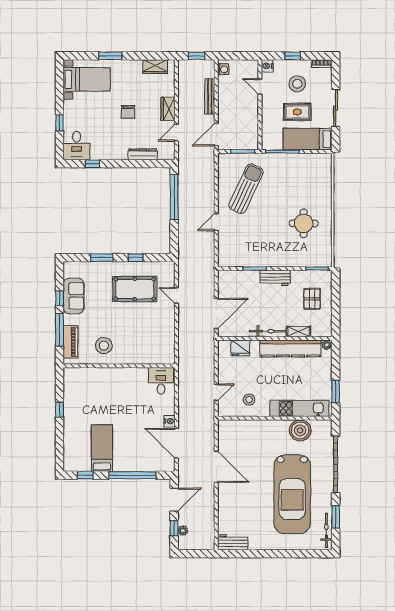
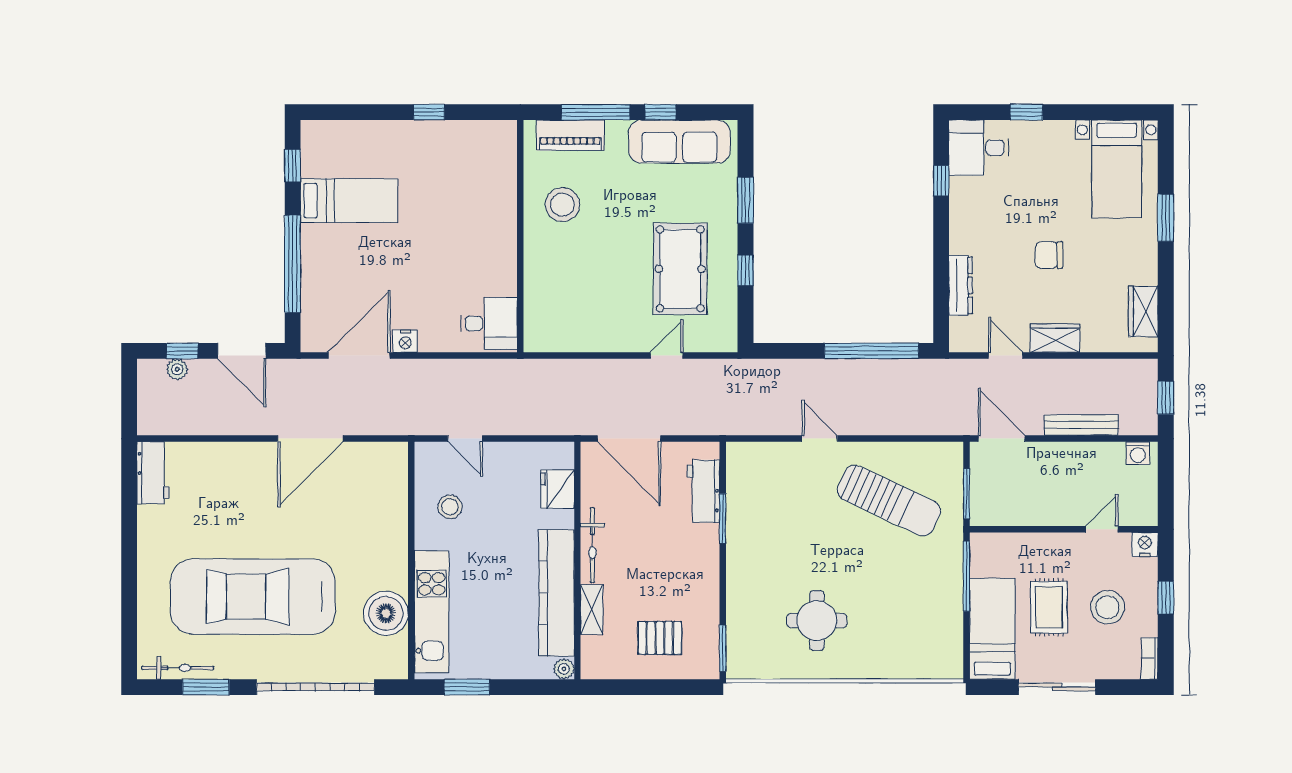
workbench: (275, 278) -> (703, 491), moved
sofa: (74, 296) -> (679, 142), width x1.36

